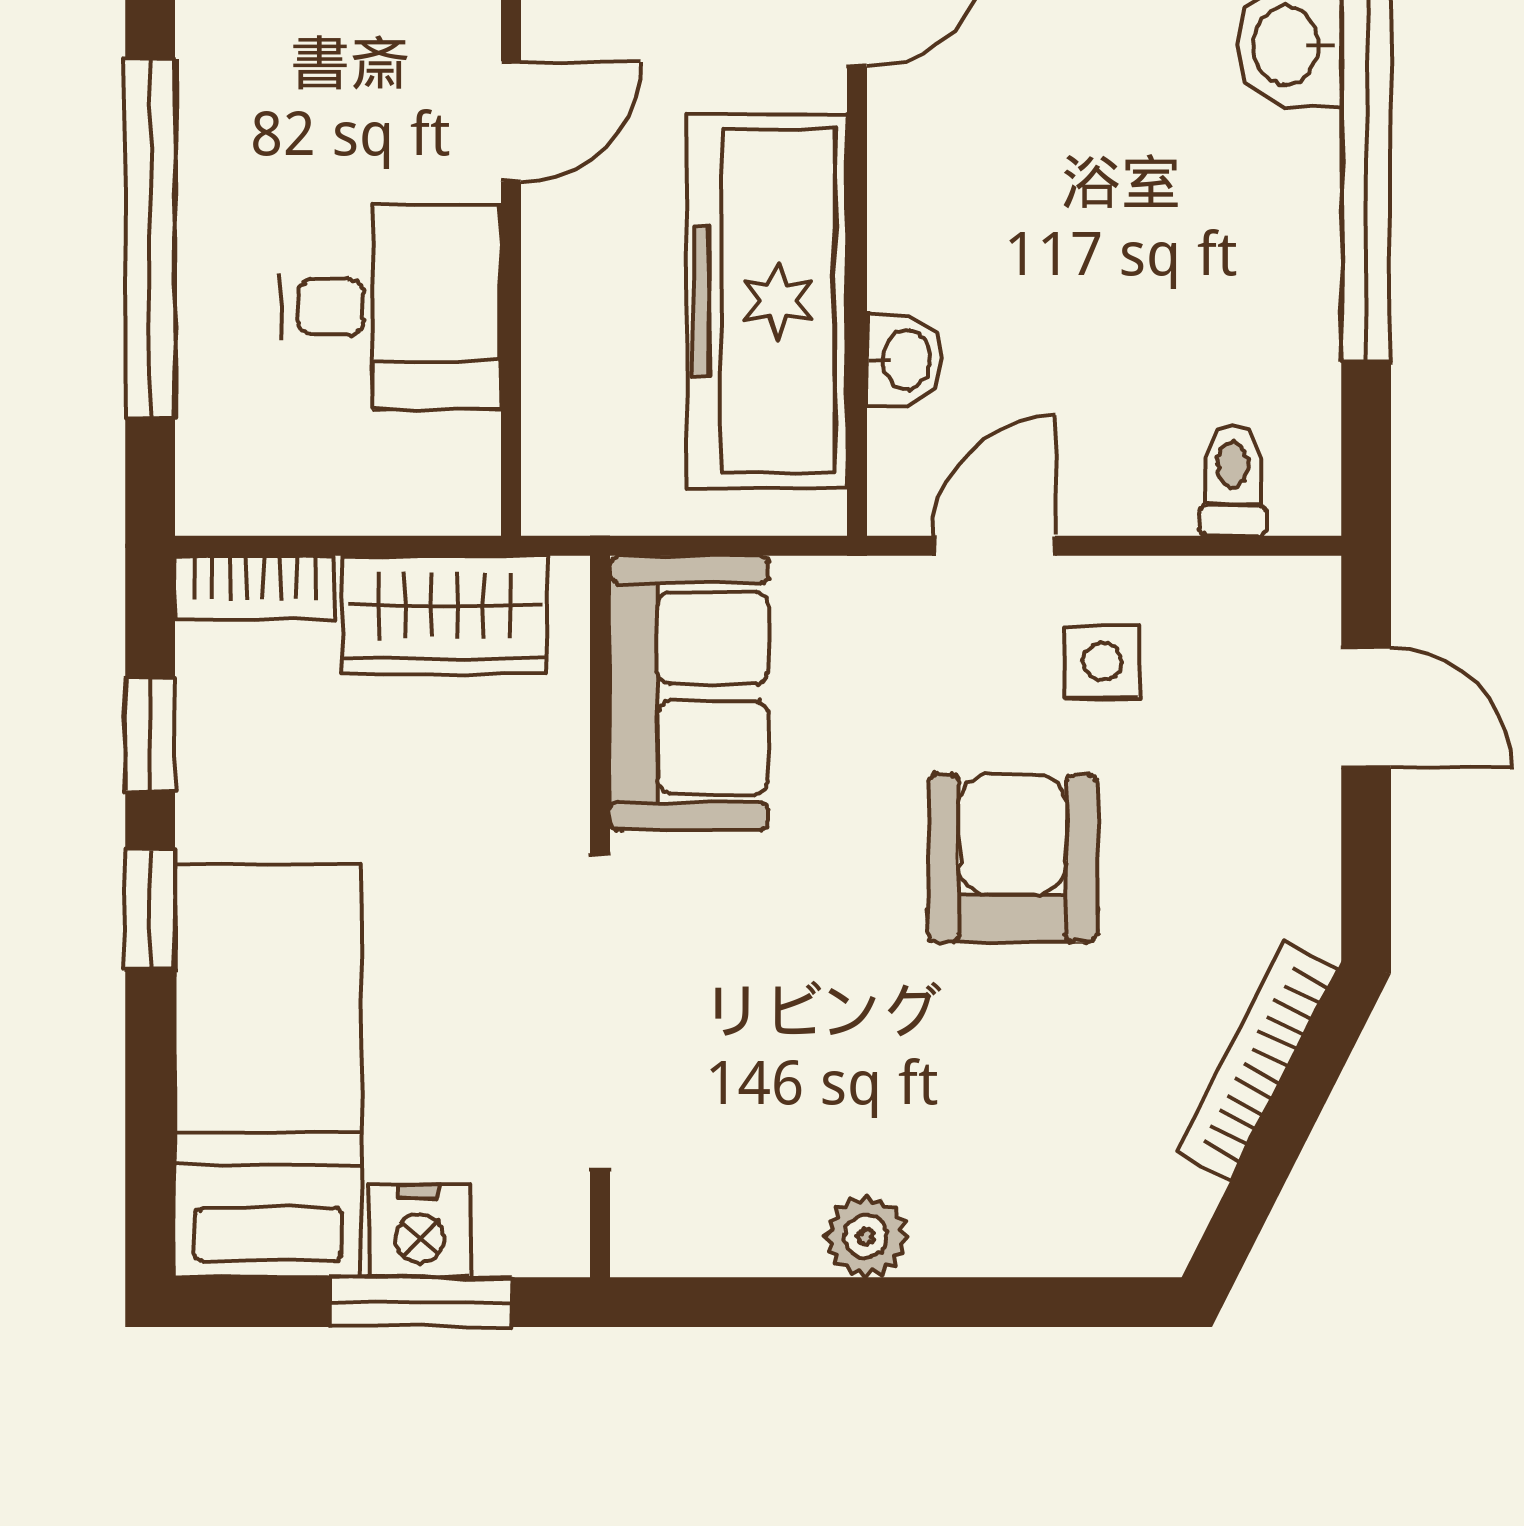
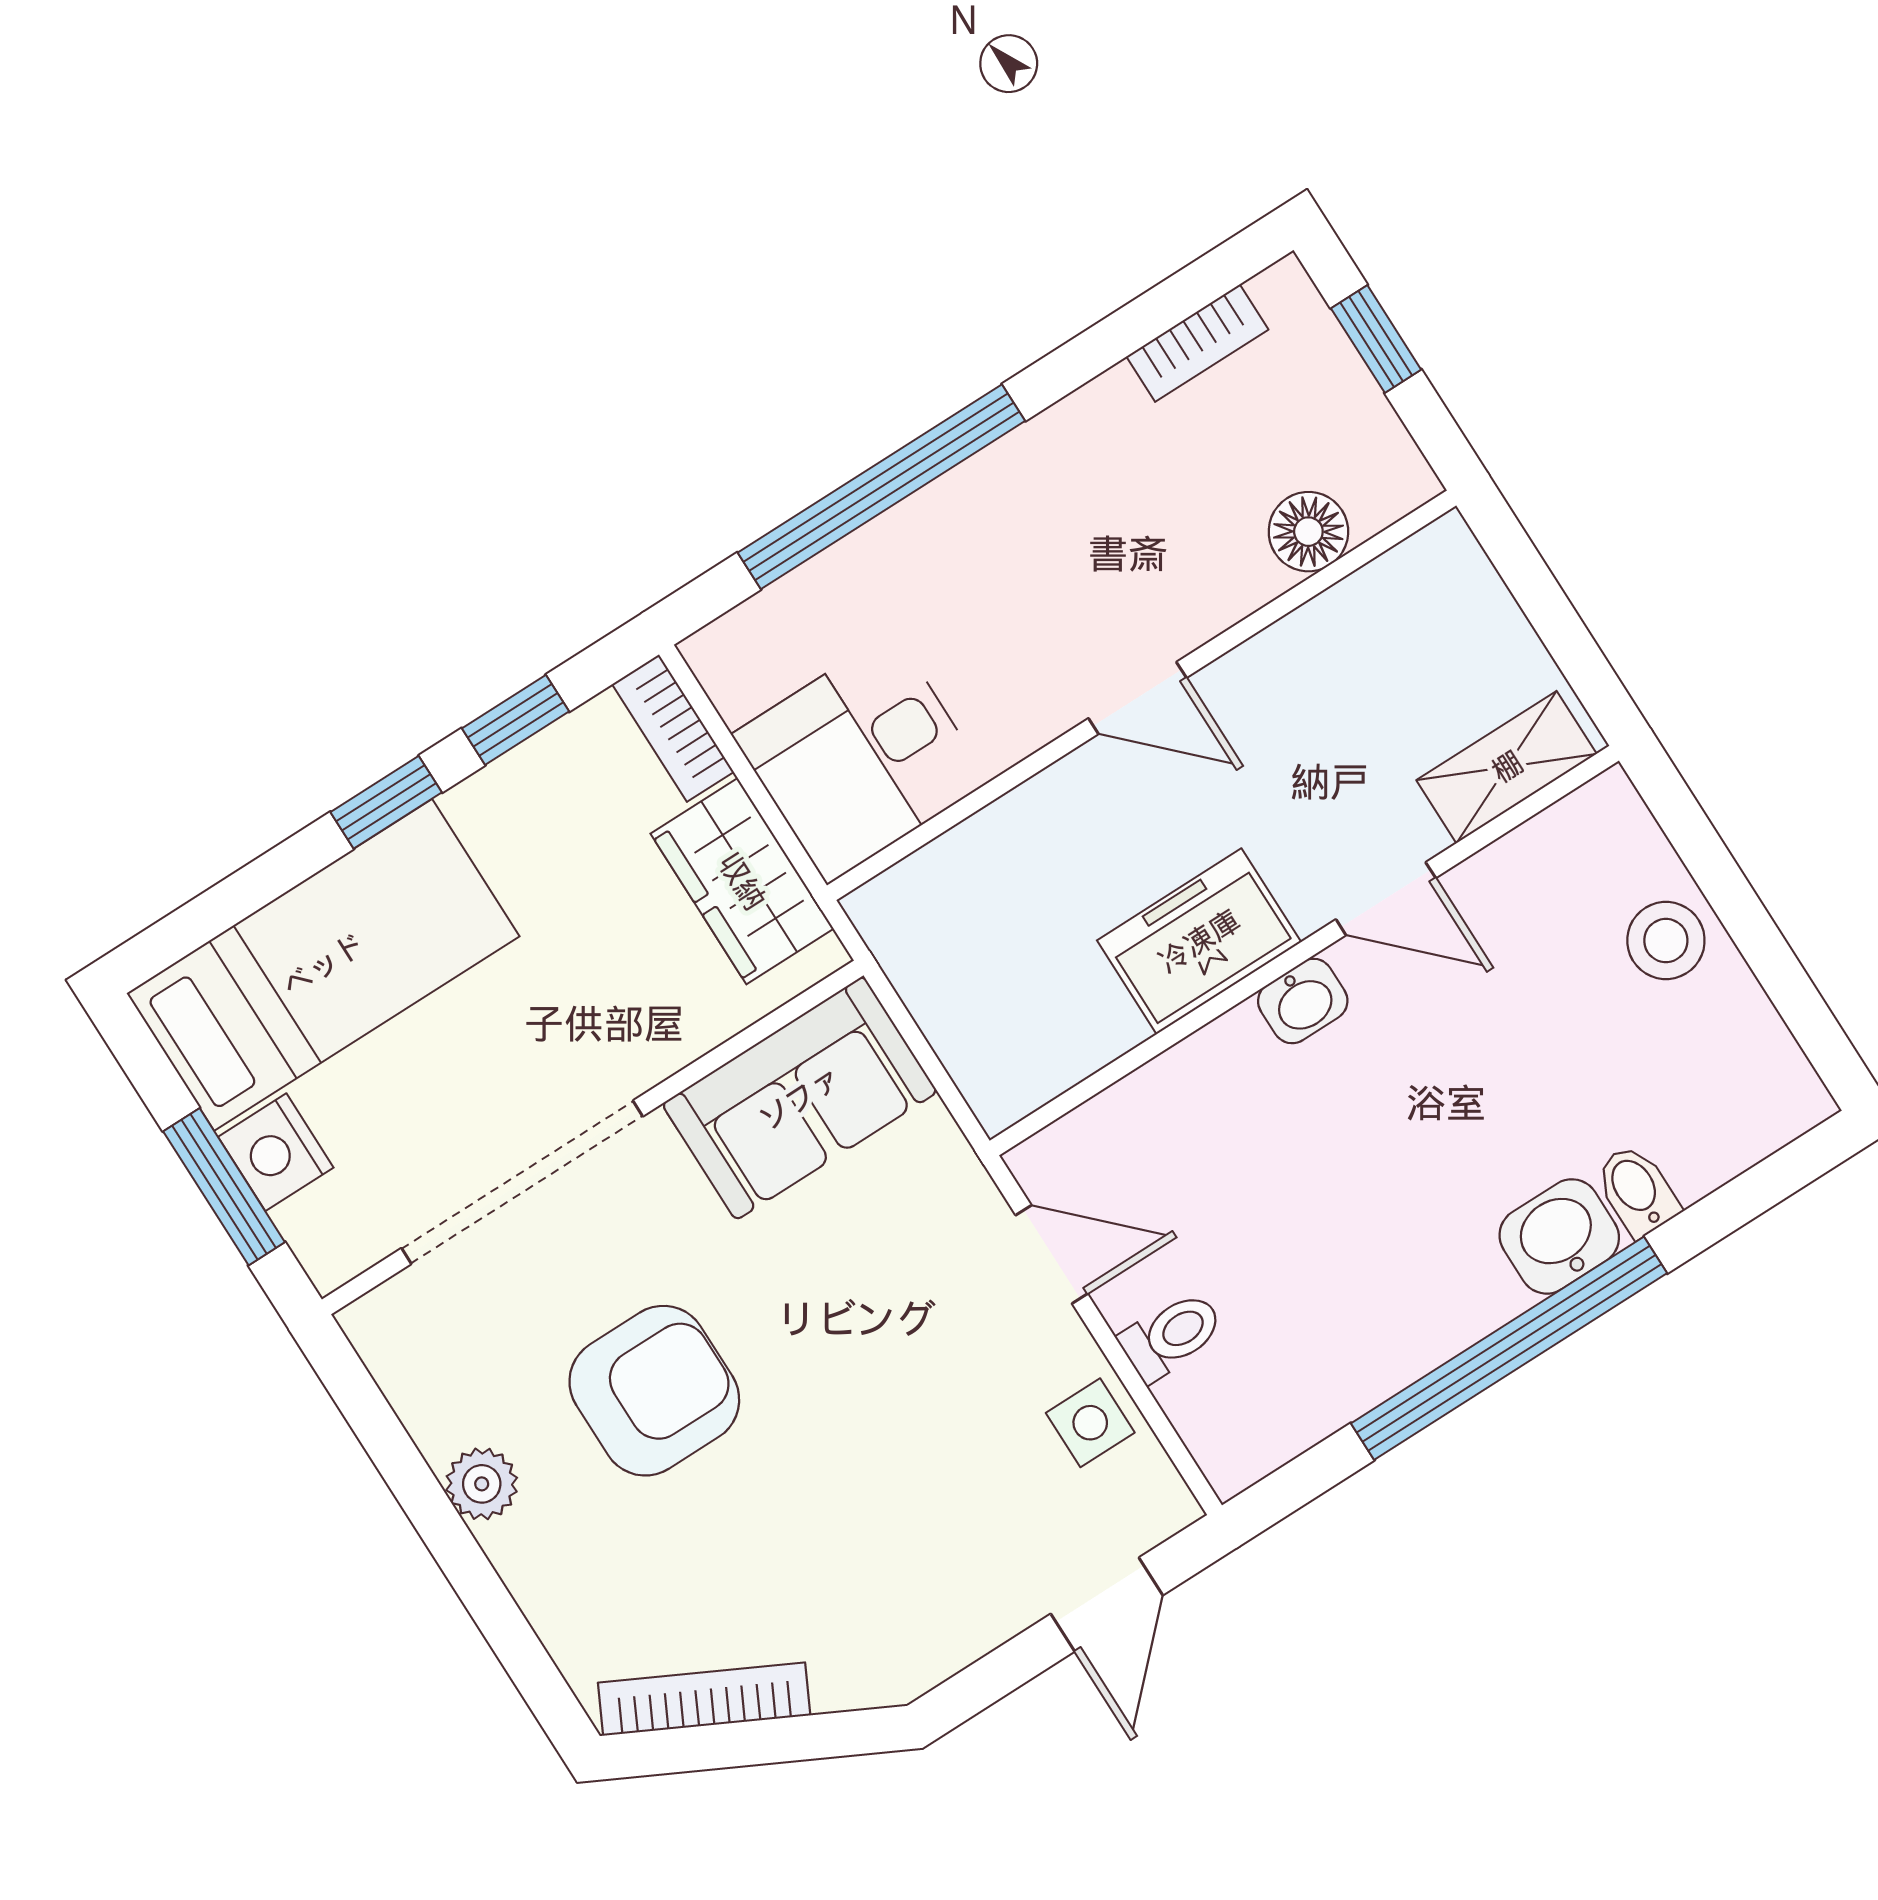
freezer: (767, 301) -> (1199, 941), width x0.52, depth x0.79
desk: (390, 307) -> (860, 758), moved, turned 90
washbasin: (905, 360) -> (1303, 1001), moved
toilet: (1233, 480) -> (1172, 1336), moved
side table: (1102, 662) -> (1090, 1423), moved
armchair: (1013, 858) -> (654, 1391), moved
bookcase: (1257, 1061) -> (704, 1699), moved

